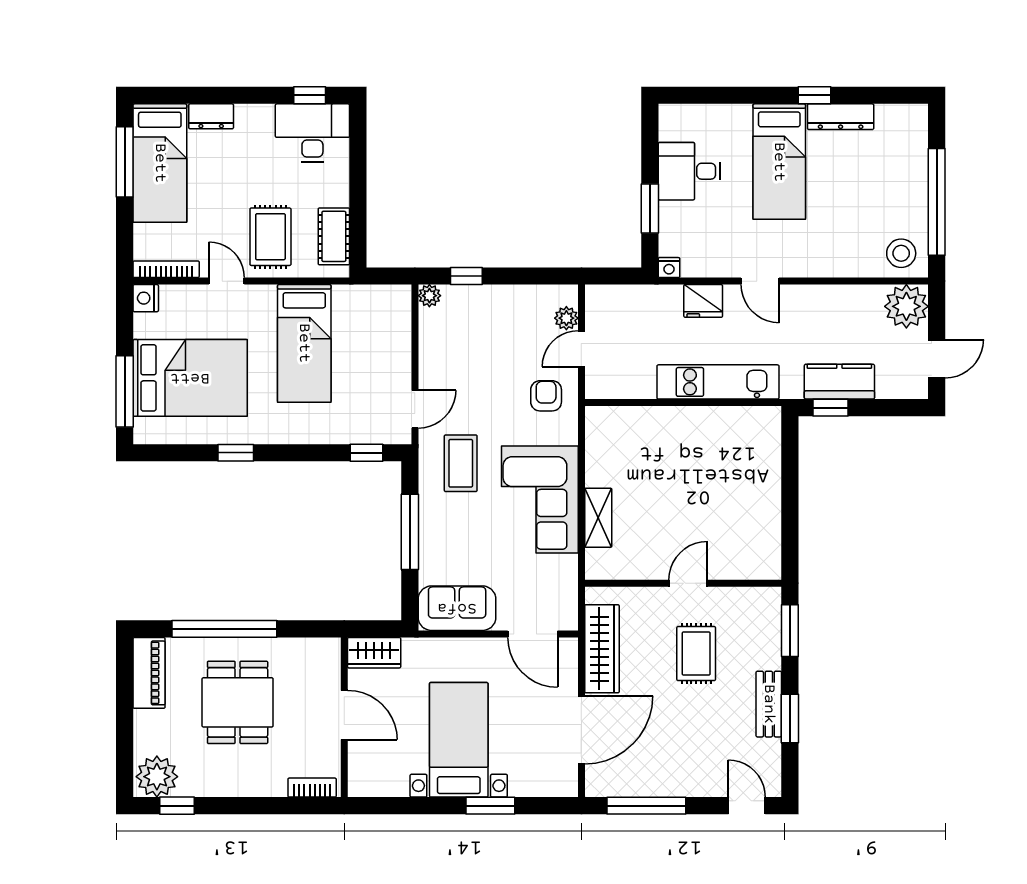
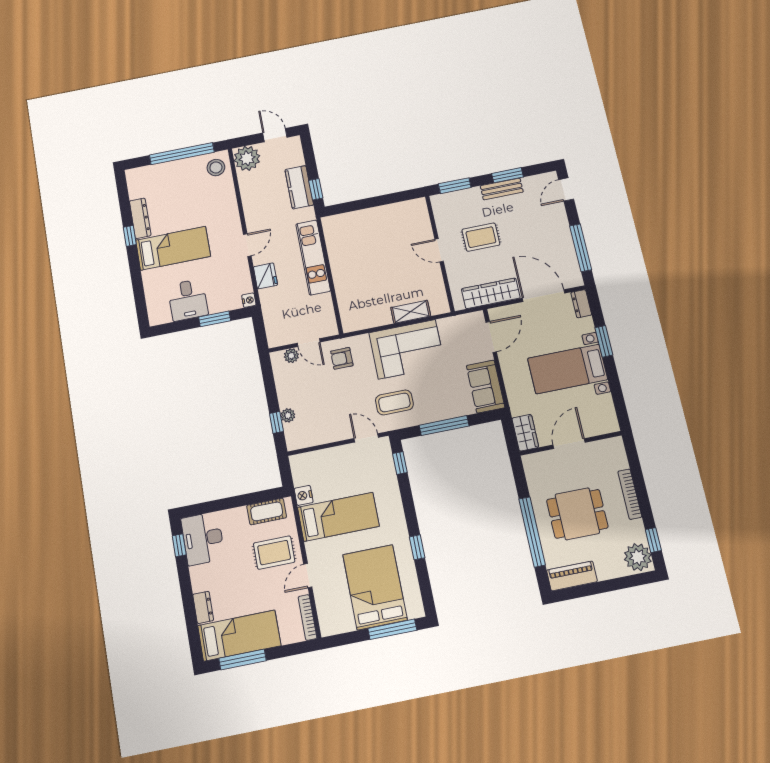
plant: (429, 296) -> (288, 415), moved
nightstand: (146, 298) -> (304, 495), moved, turned 90
dresser: (557, 785) -> (581, 304), added
bookcase: (312, 788) -> (630, 494), moved, width x1.56

